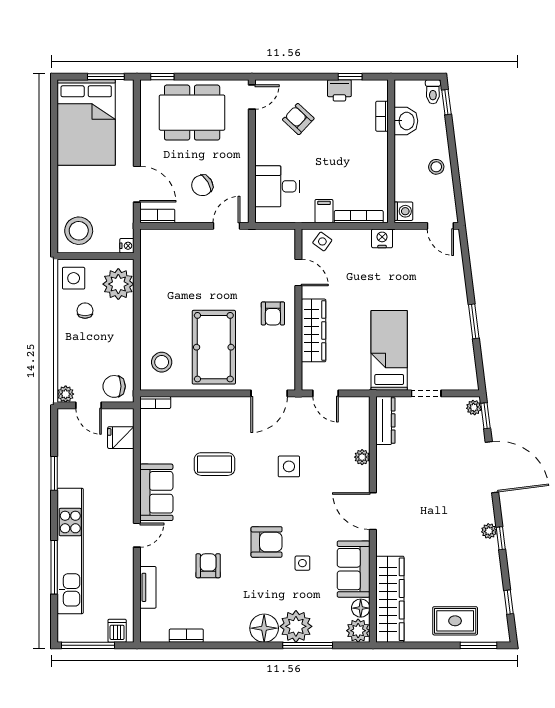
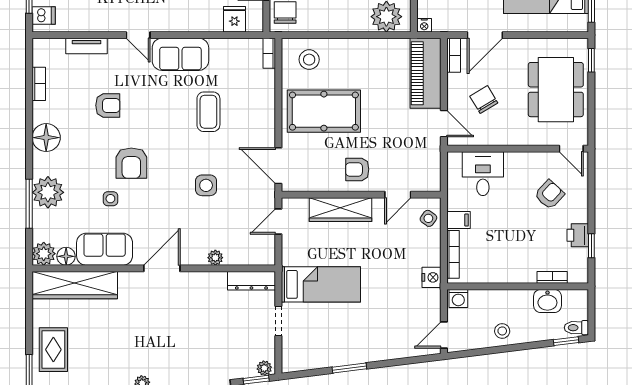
piano: (176, 244) -> (425, 73), added
floor lamp: (264, 628) -> (46, 138), moved

